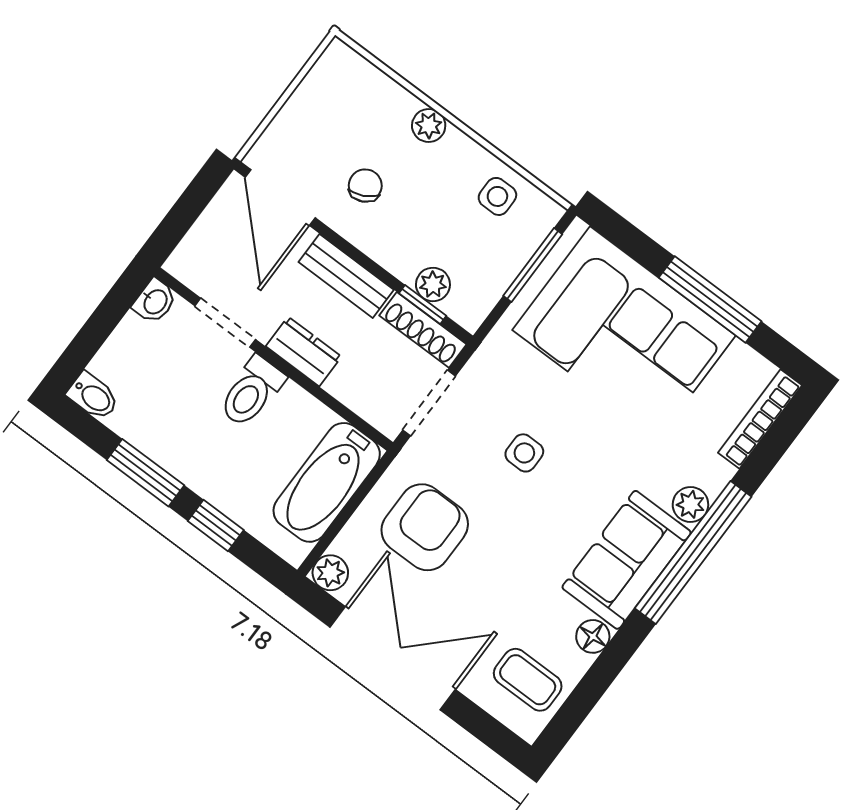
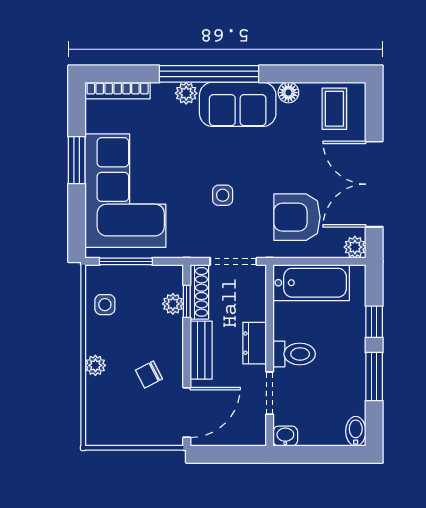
window: (710, 299) -> (77, 160), width x0.69

